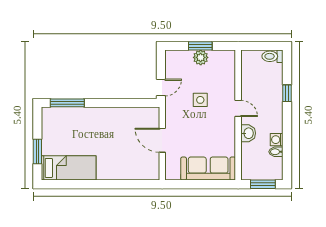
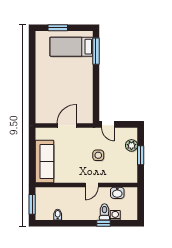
toilet: (273, 56) -> (104, 212), moved
plant: (201, 57) -> (131, 145), moved
washbasin: (248, 133) -> (117, 193), moved
washing machine: (277, 140) -> (115, 215), moved
bed: (69, 168) -> (71, 47), moved, turned 90

